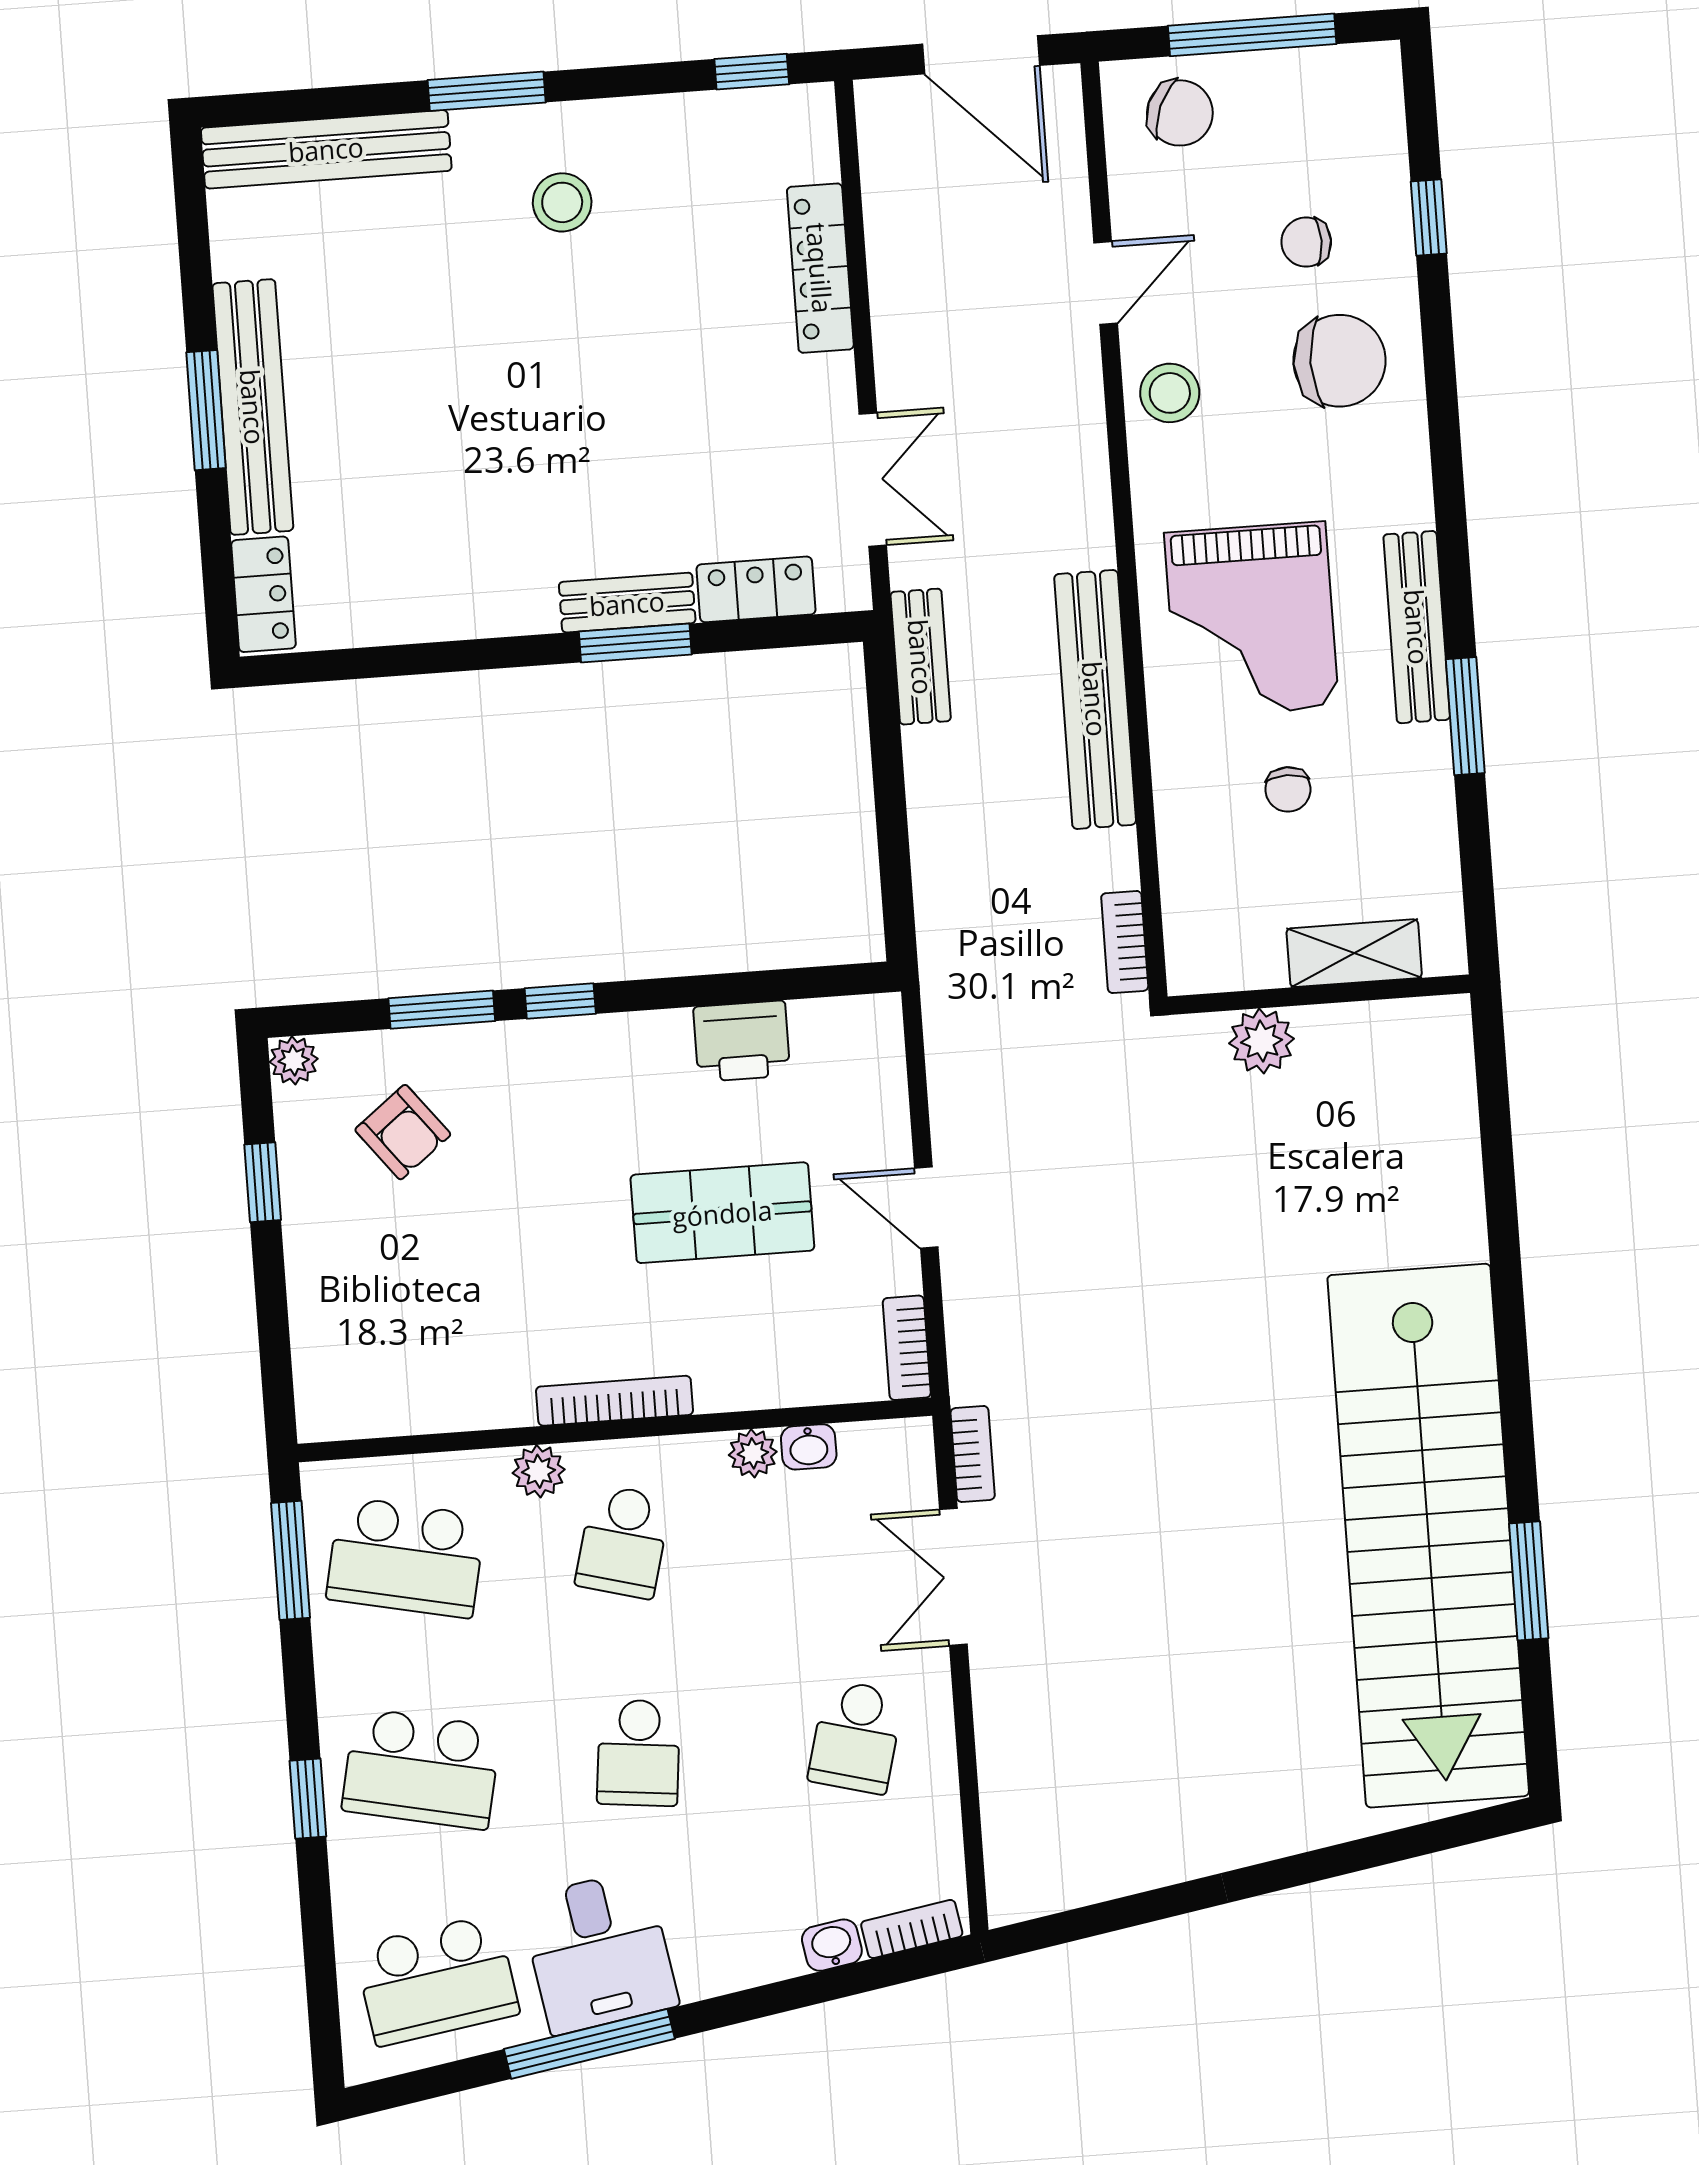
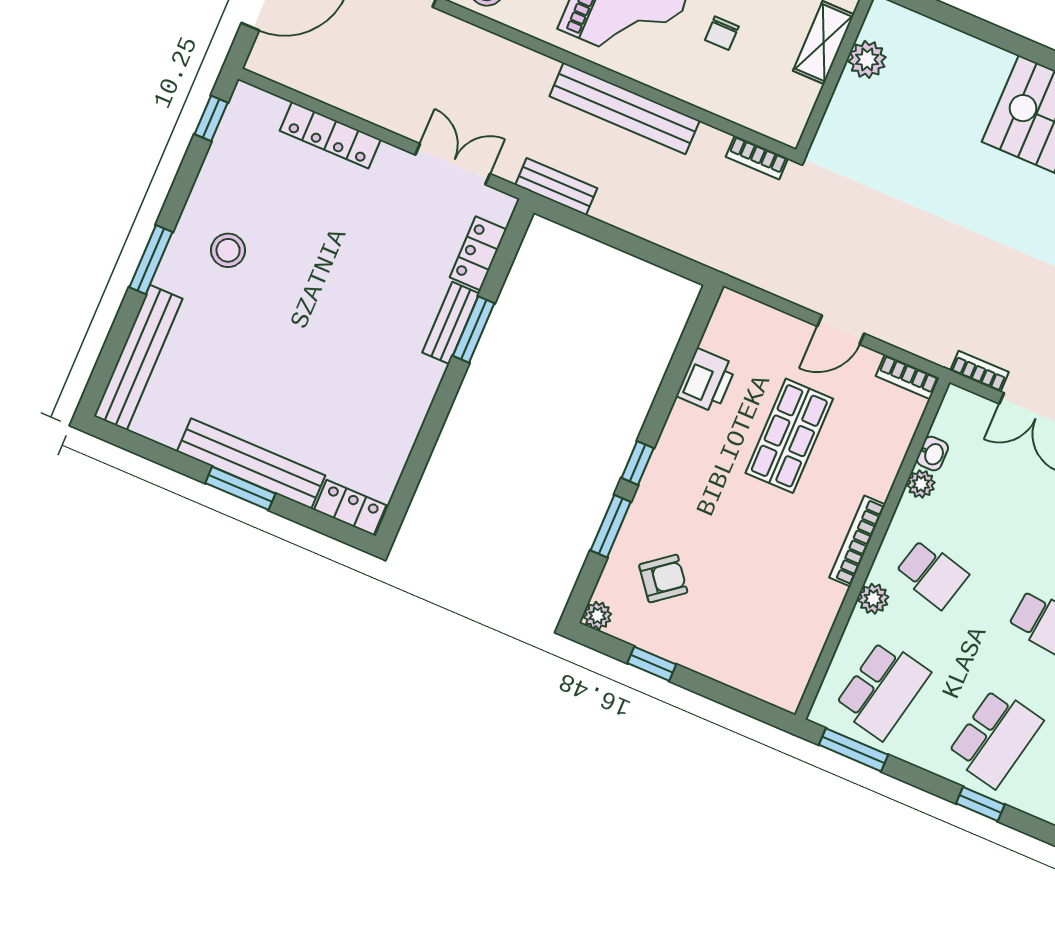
chair: (1288, 789) -> (722, 33), turned 90
plant: (1262, 1041) -> (867, 59), moved

